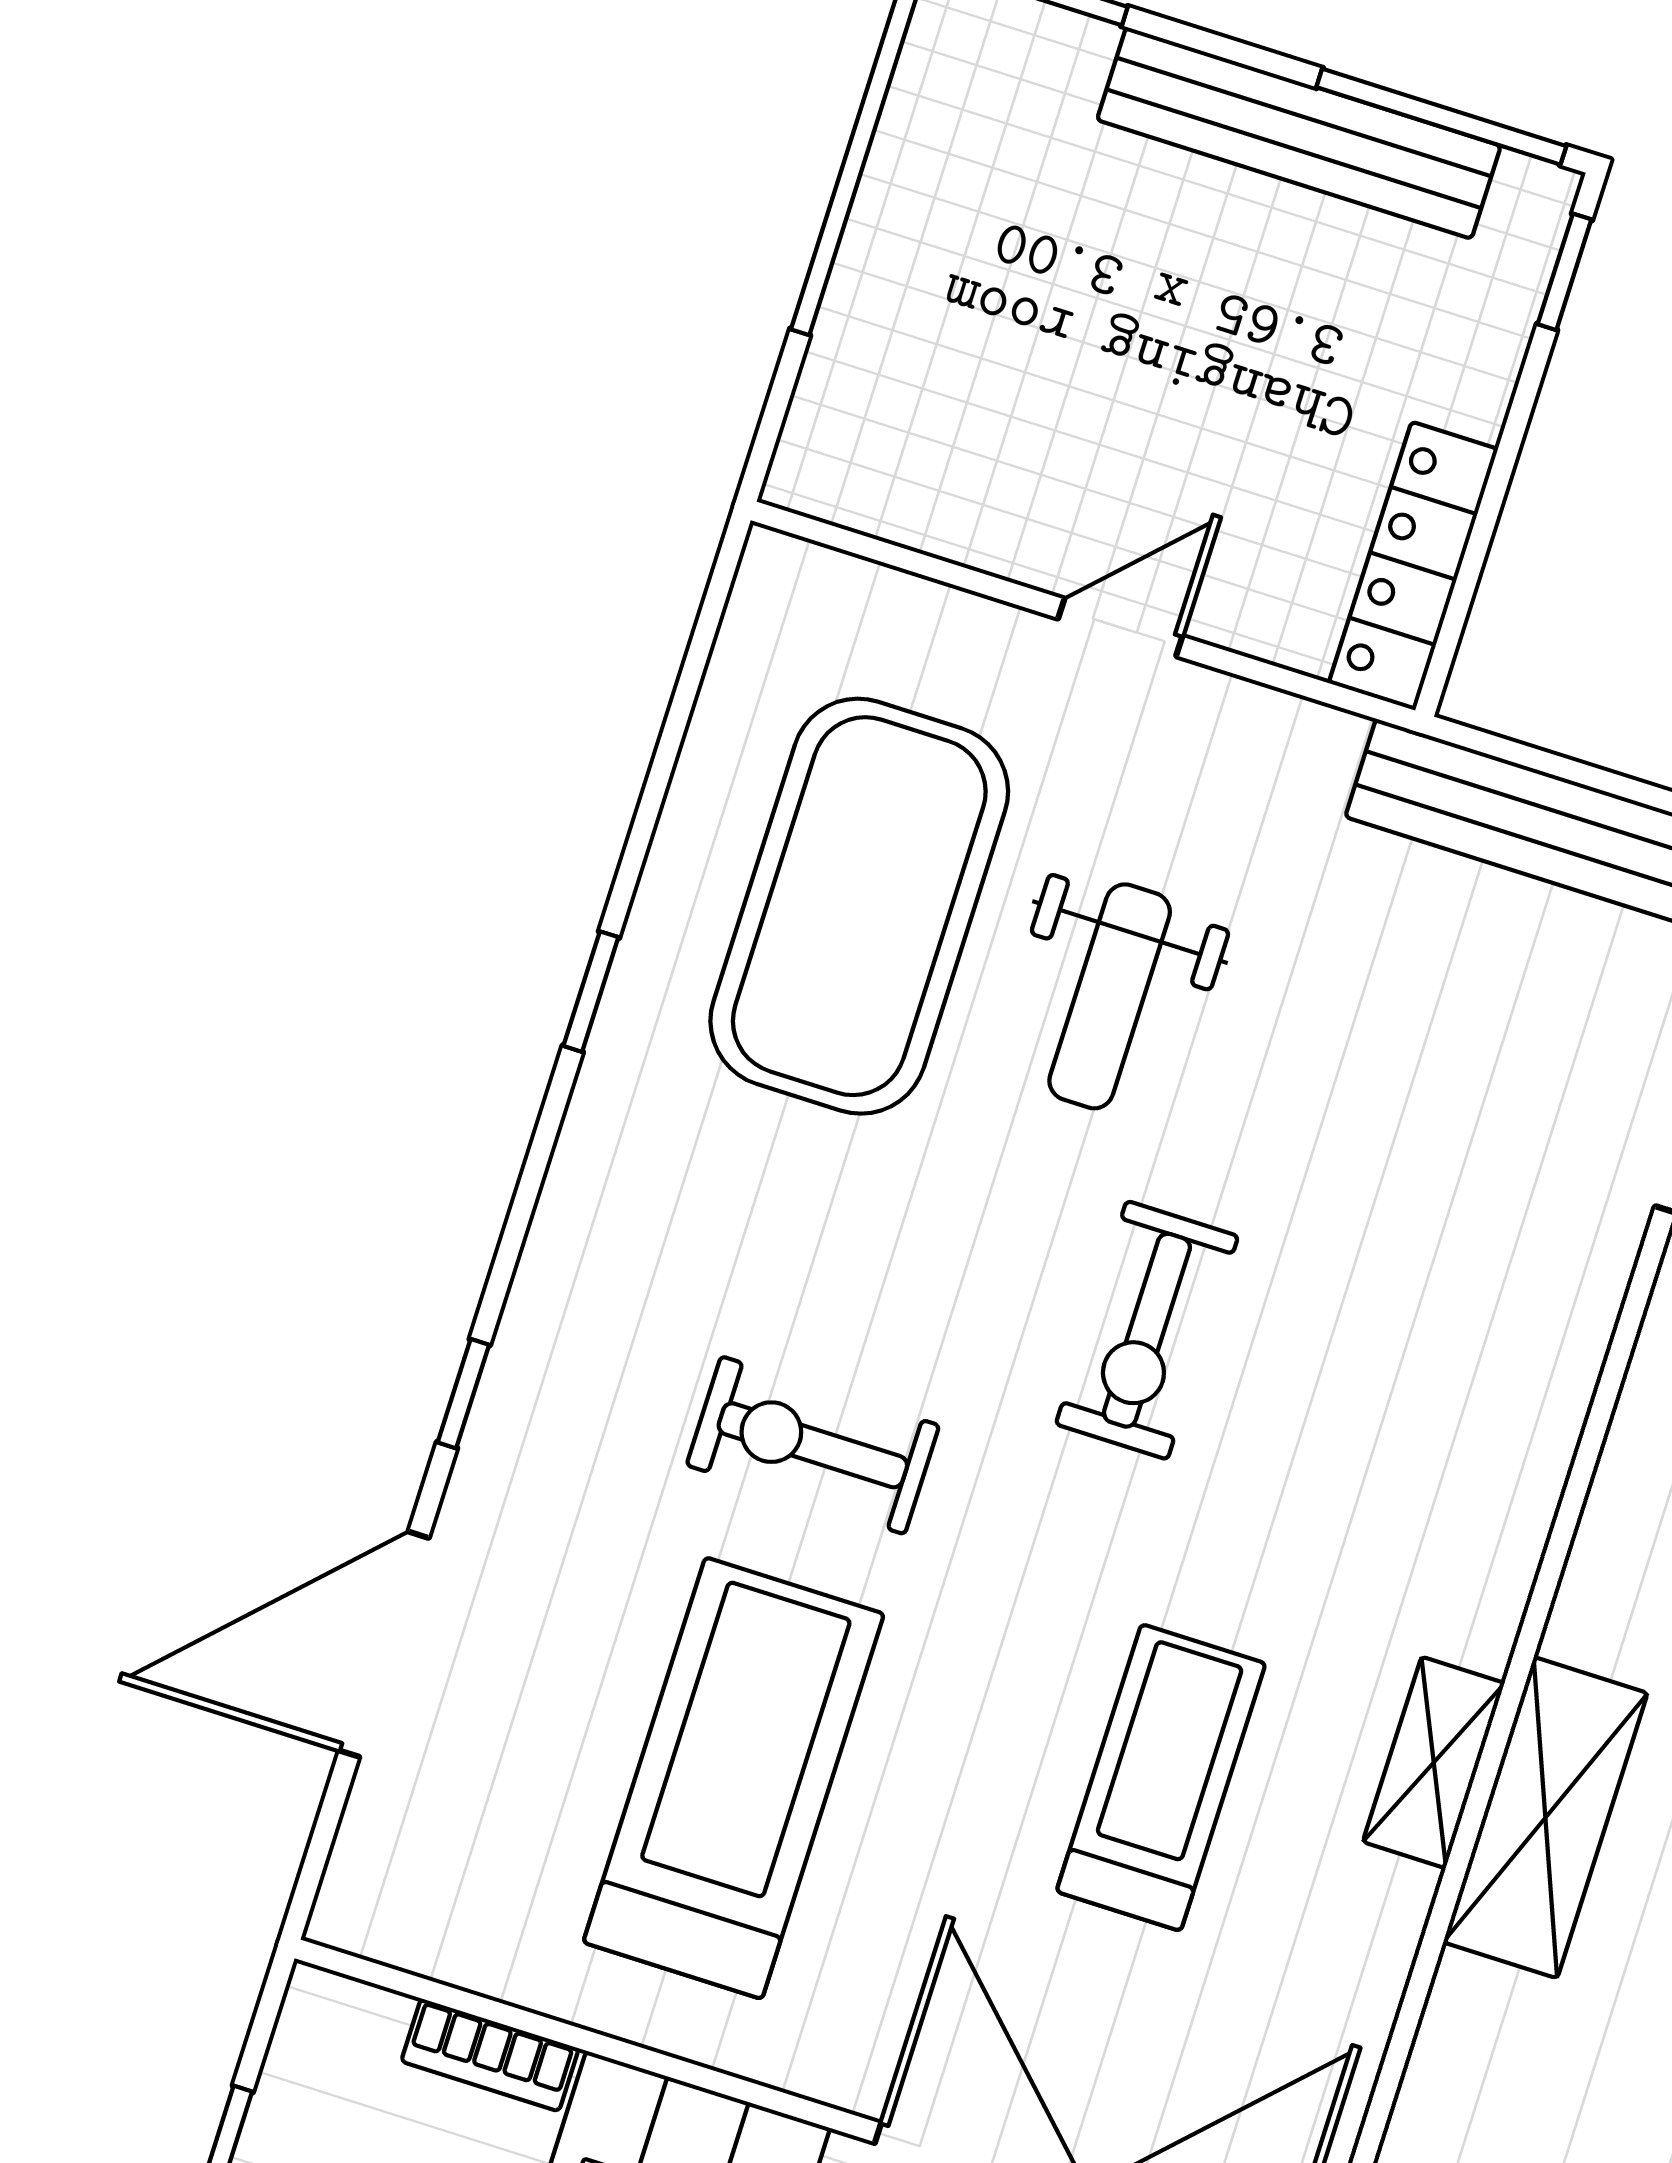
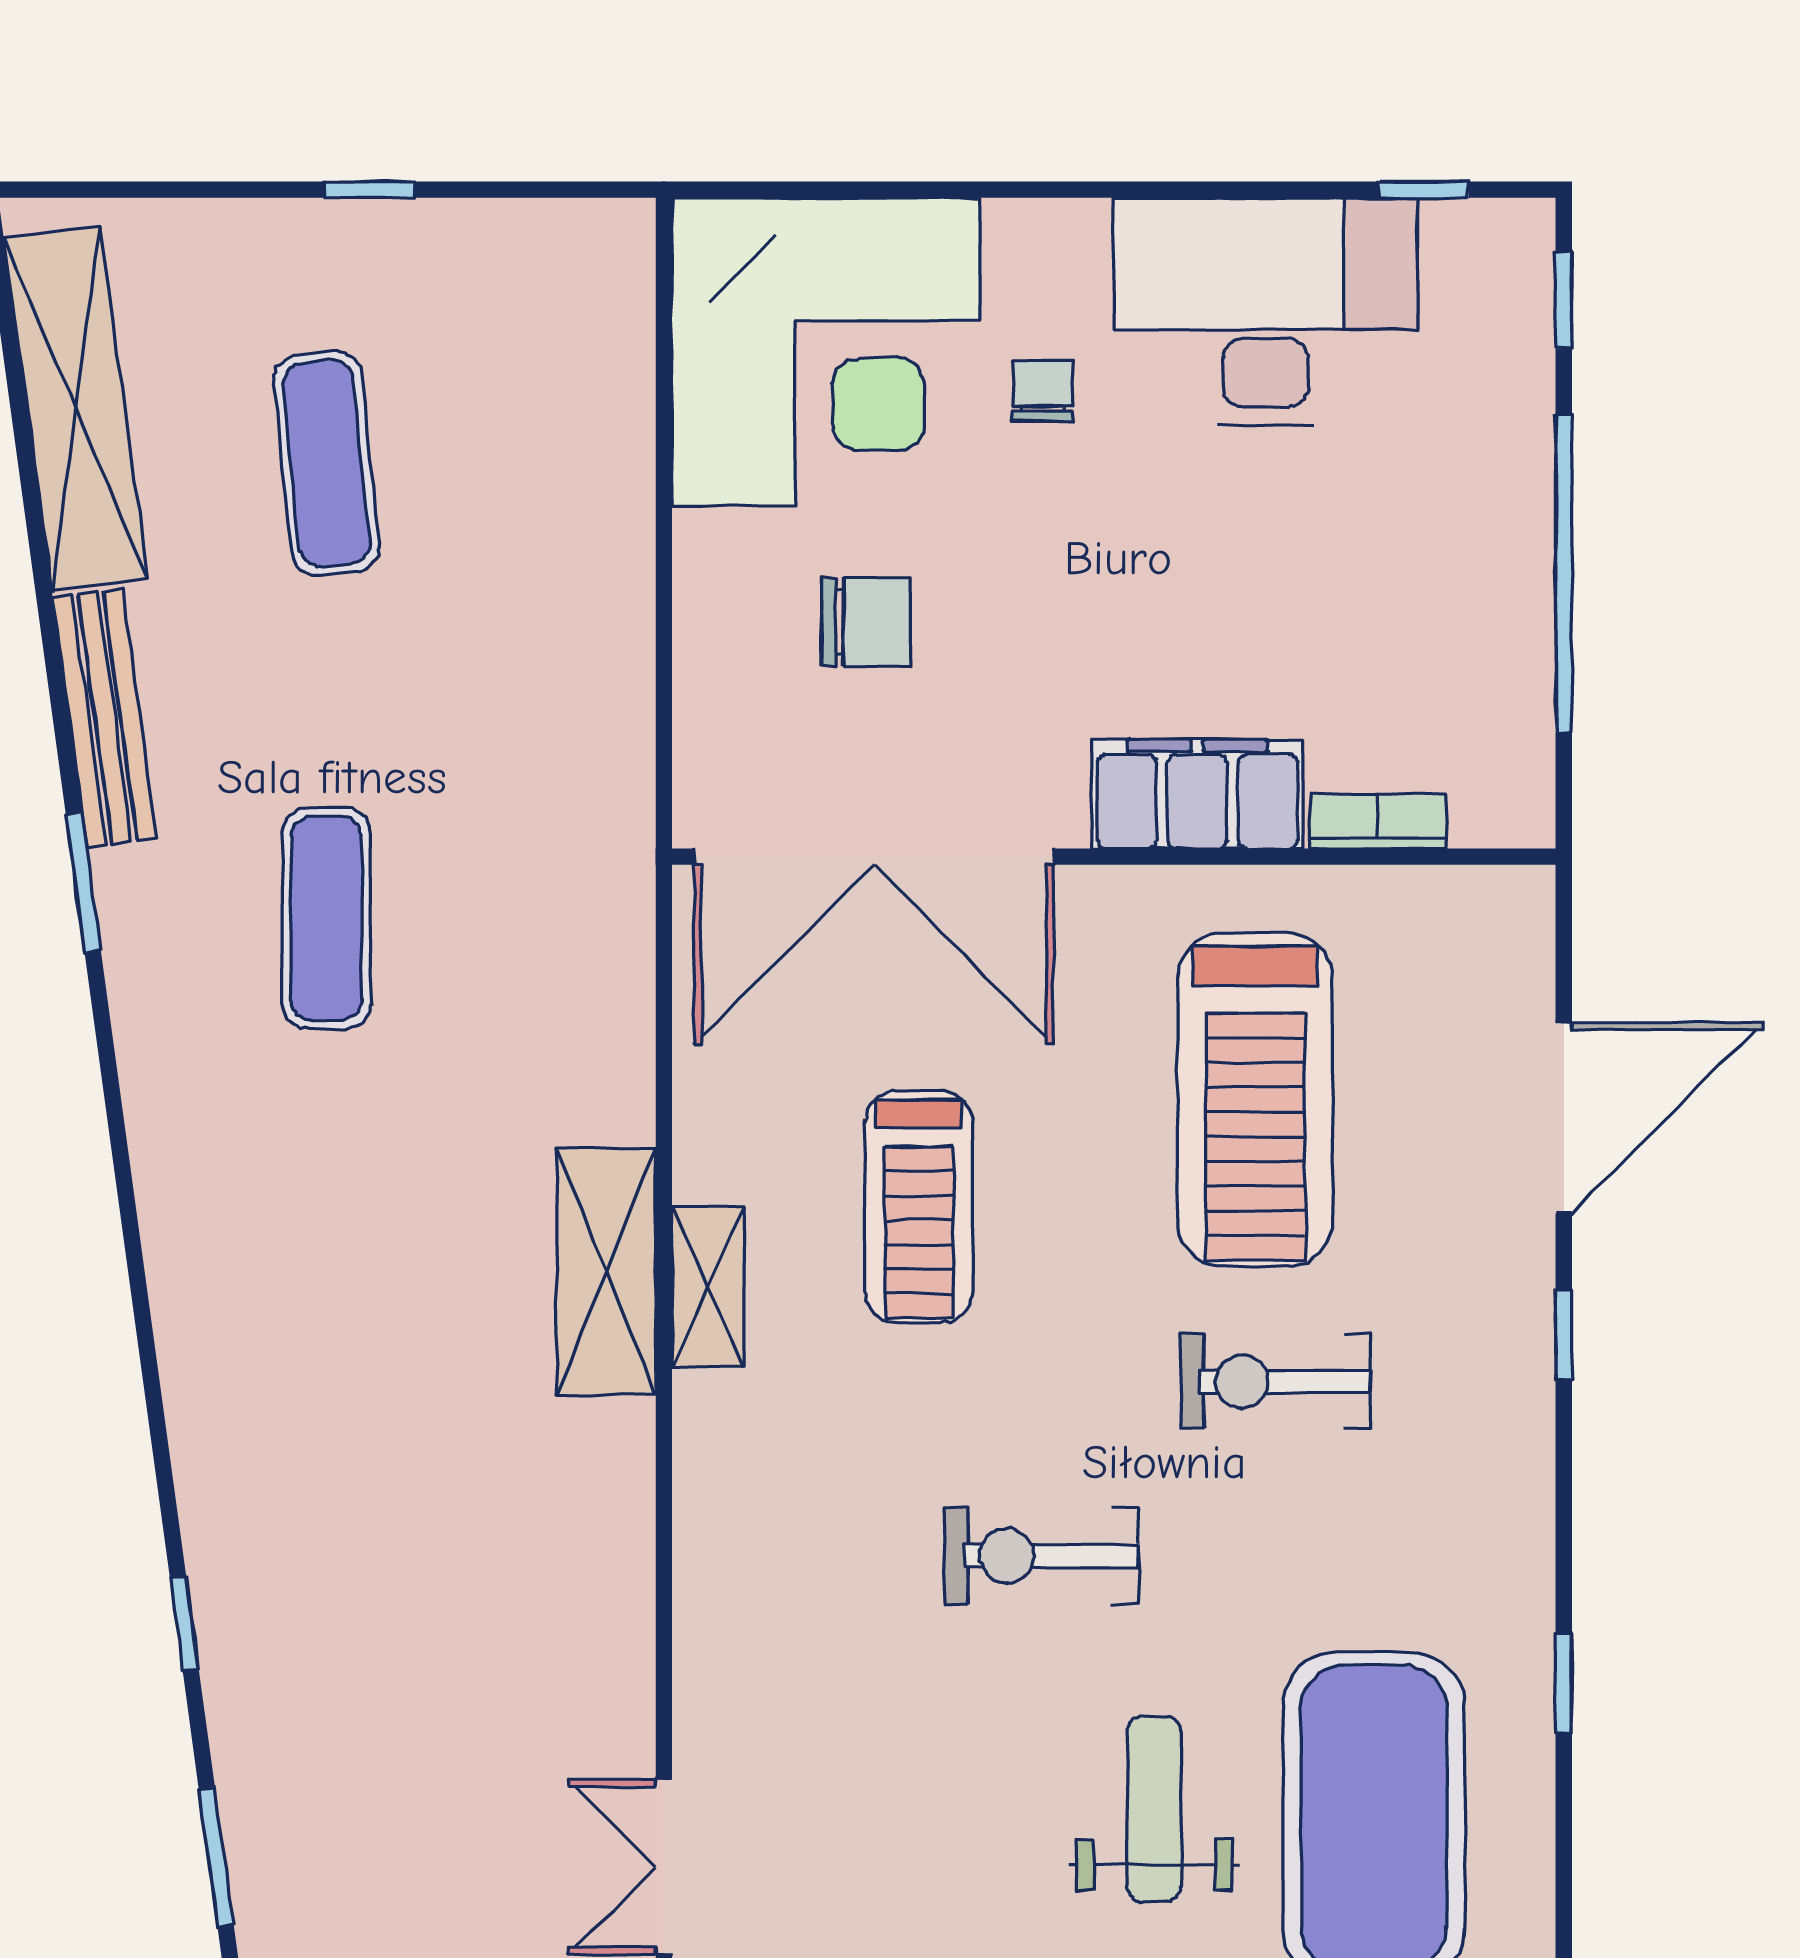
exercise bike: (1147, 1330) -> (1042, 1556), turned -90
exercise bike: (813, 1445) -> (1276, 1382), turned 180

